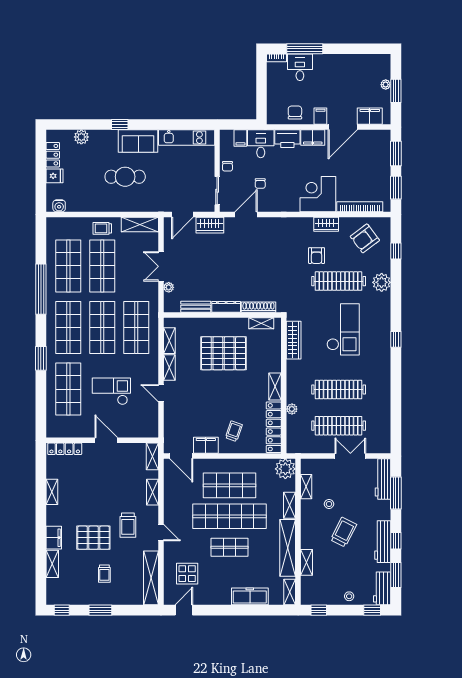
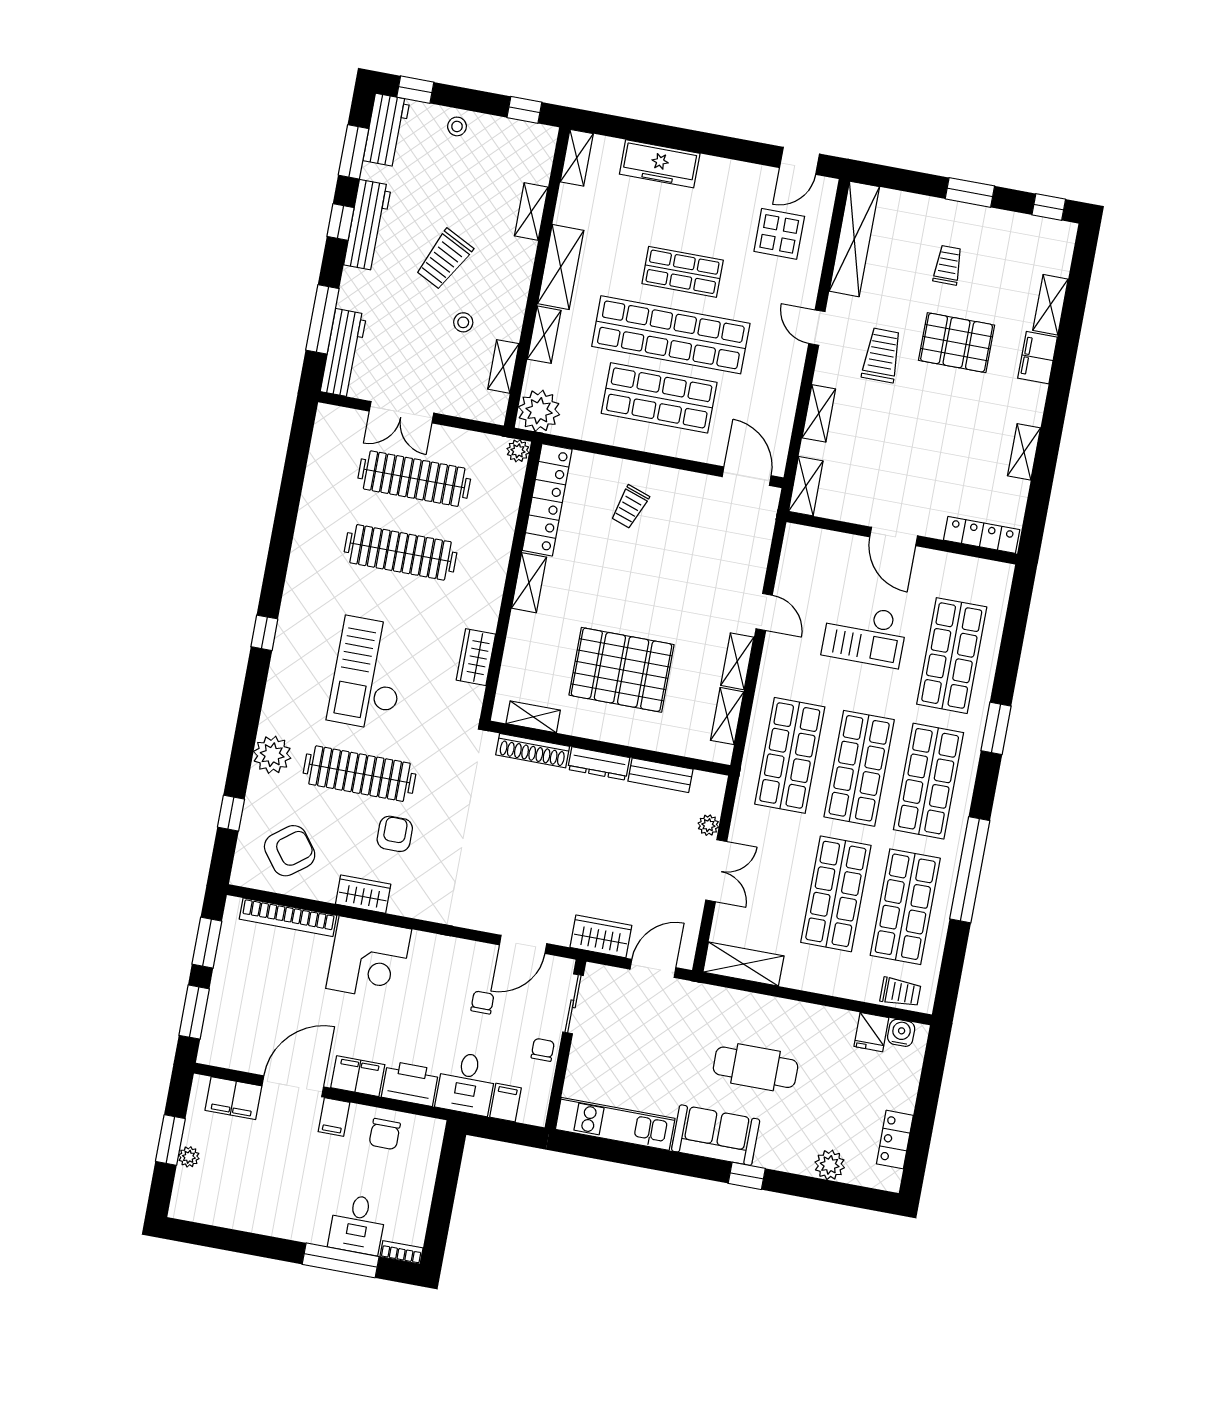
fridge: (54, 176) -> (871, 1032), moved, turned -90
trolley: (102, 228) -> (900, 992), moved
wardrobe: (294, 340) -> (476, 657), width x0.67
plant: (292, 409) -> (518, 451), moved
filing cabinet: (206, 445) -> (692, 489), removed
shelving: (288, 548) -> (561, 267), width x0.68

